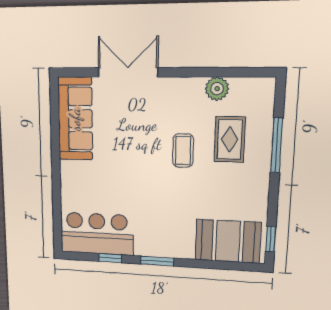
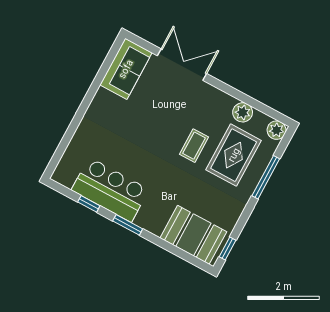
plant: (264, 88) -> (277, 130), added
sofa: (75, 119) -> (126, 69), width x0.73
rug: (230, 139) -> (234, 155), width x1.36, depth x1.43
bar counter: (97, 234) -> (110, 190), moved

